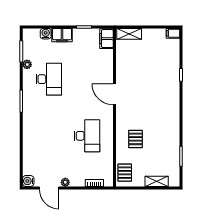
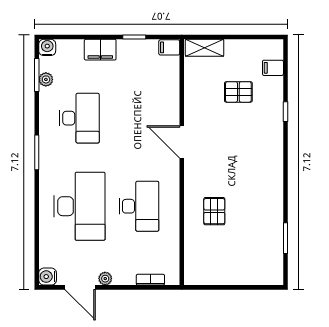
filing cabinet: (173, 33) -> (273, 68), moved
water cooler: (46, 34) -> (47, 47), moved
filing cabinet: (106, 39) -> (169, 47), width x0.50
plant: (27, 64) -> (46, 79), moved
desk: (49, 136) -> (79, 206), added
pallet: (125, 173) -> (238, 92), moved, turned 90
shelving: (157, 181) -> (247, 277), removed

